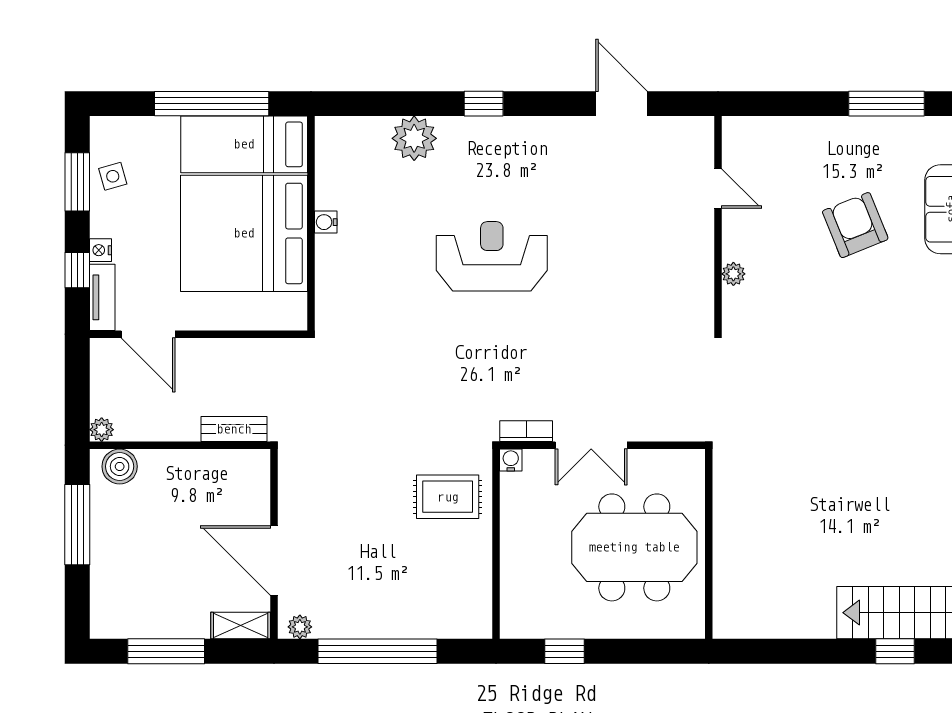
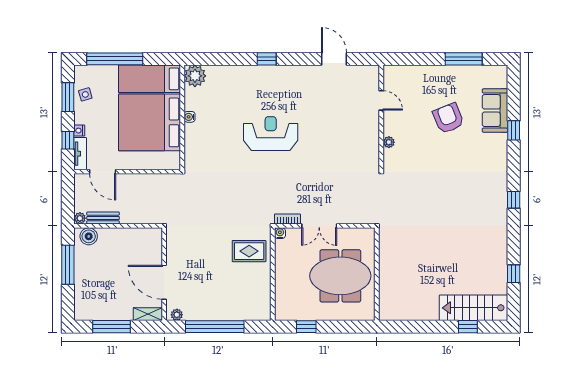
window: (212, 104) -> (115, 59), moved
plant: (414, 138) -> (195, 76), moved
bench: (234, 429) -> (103, 218), moved

